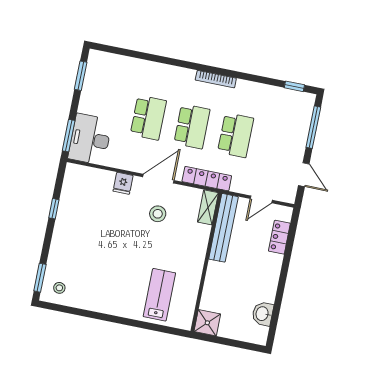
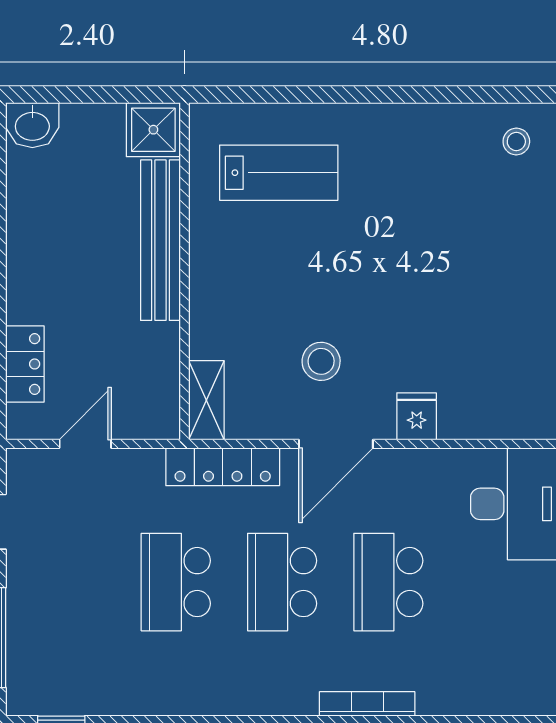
bookcase: (216, 79) -> (367, 704), moved
bench: (223, 228) -> (160, 240), moved
lab bench: (159, 295) -> (279, 173), turned -90
washbasin: (263, 314) -> (32, 125), moved, turned 90

